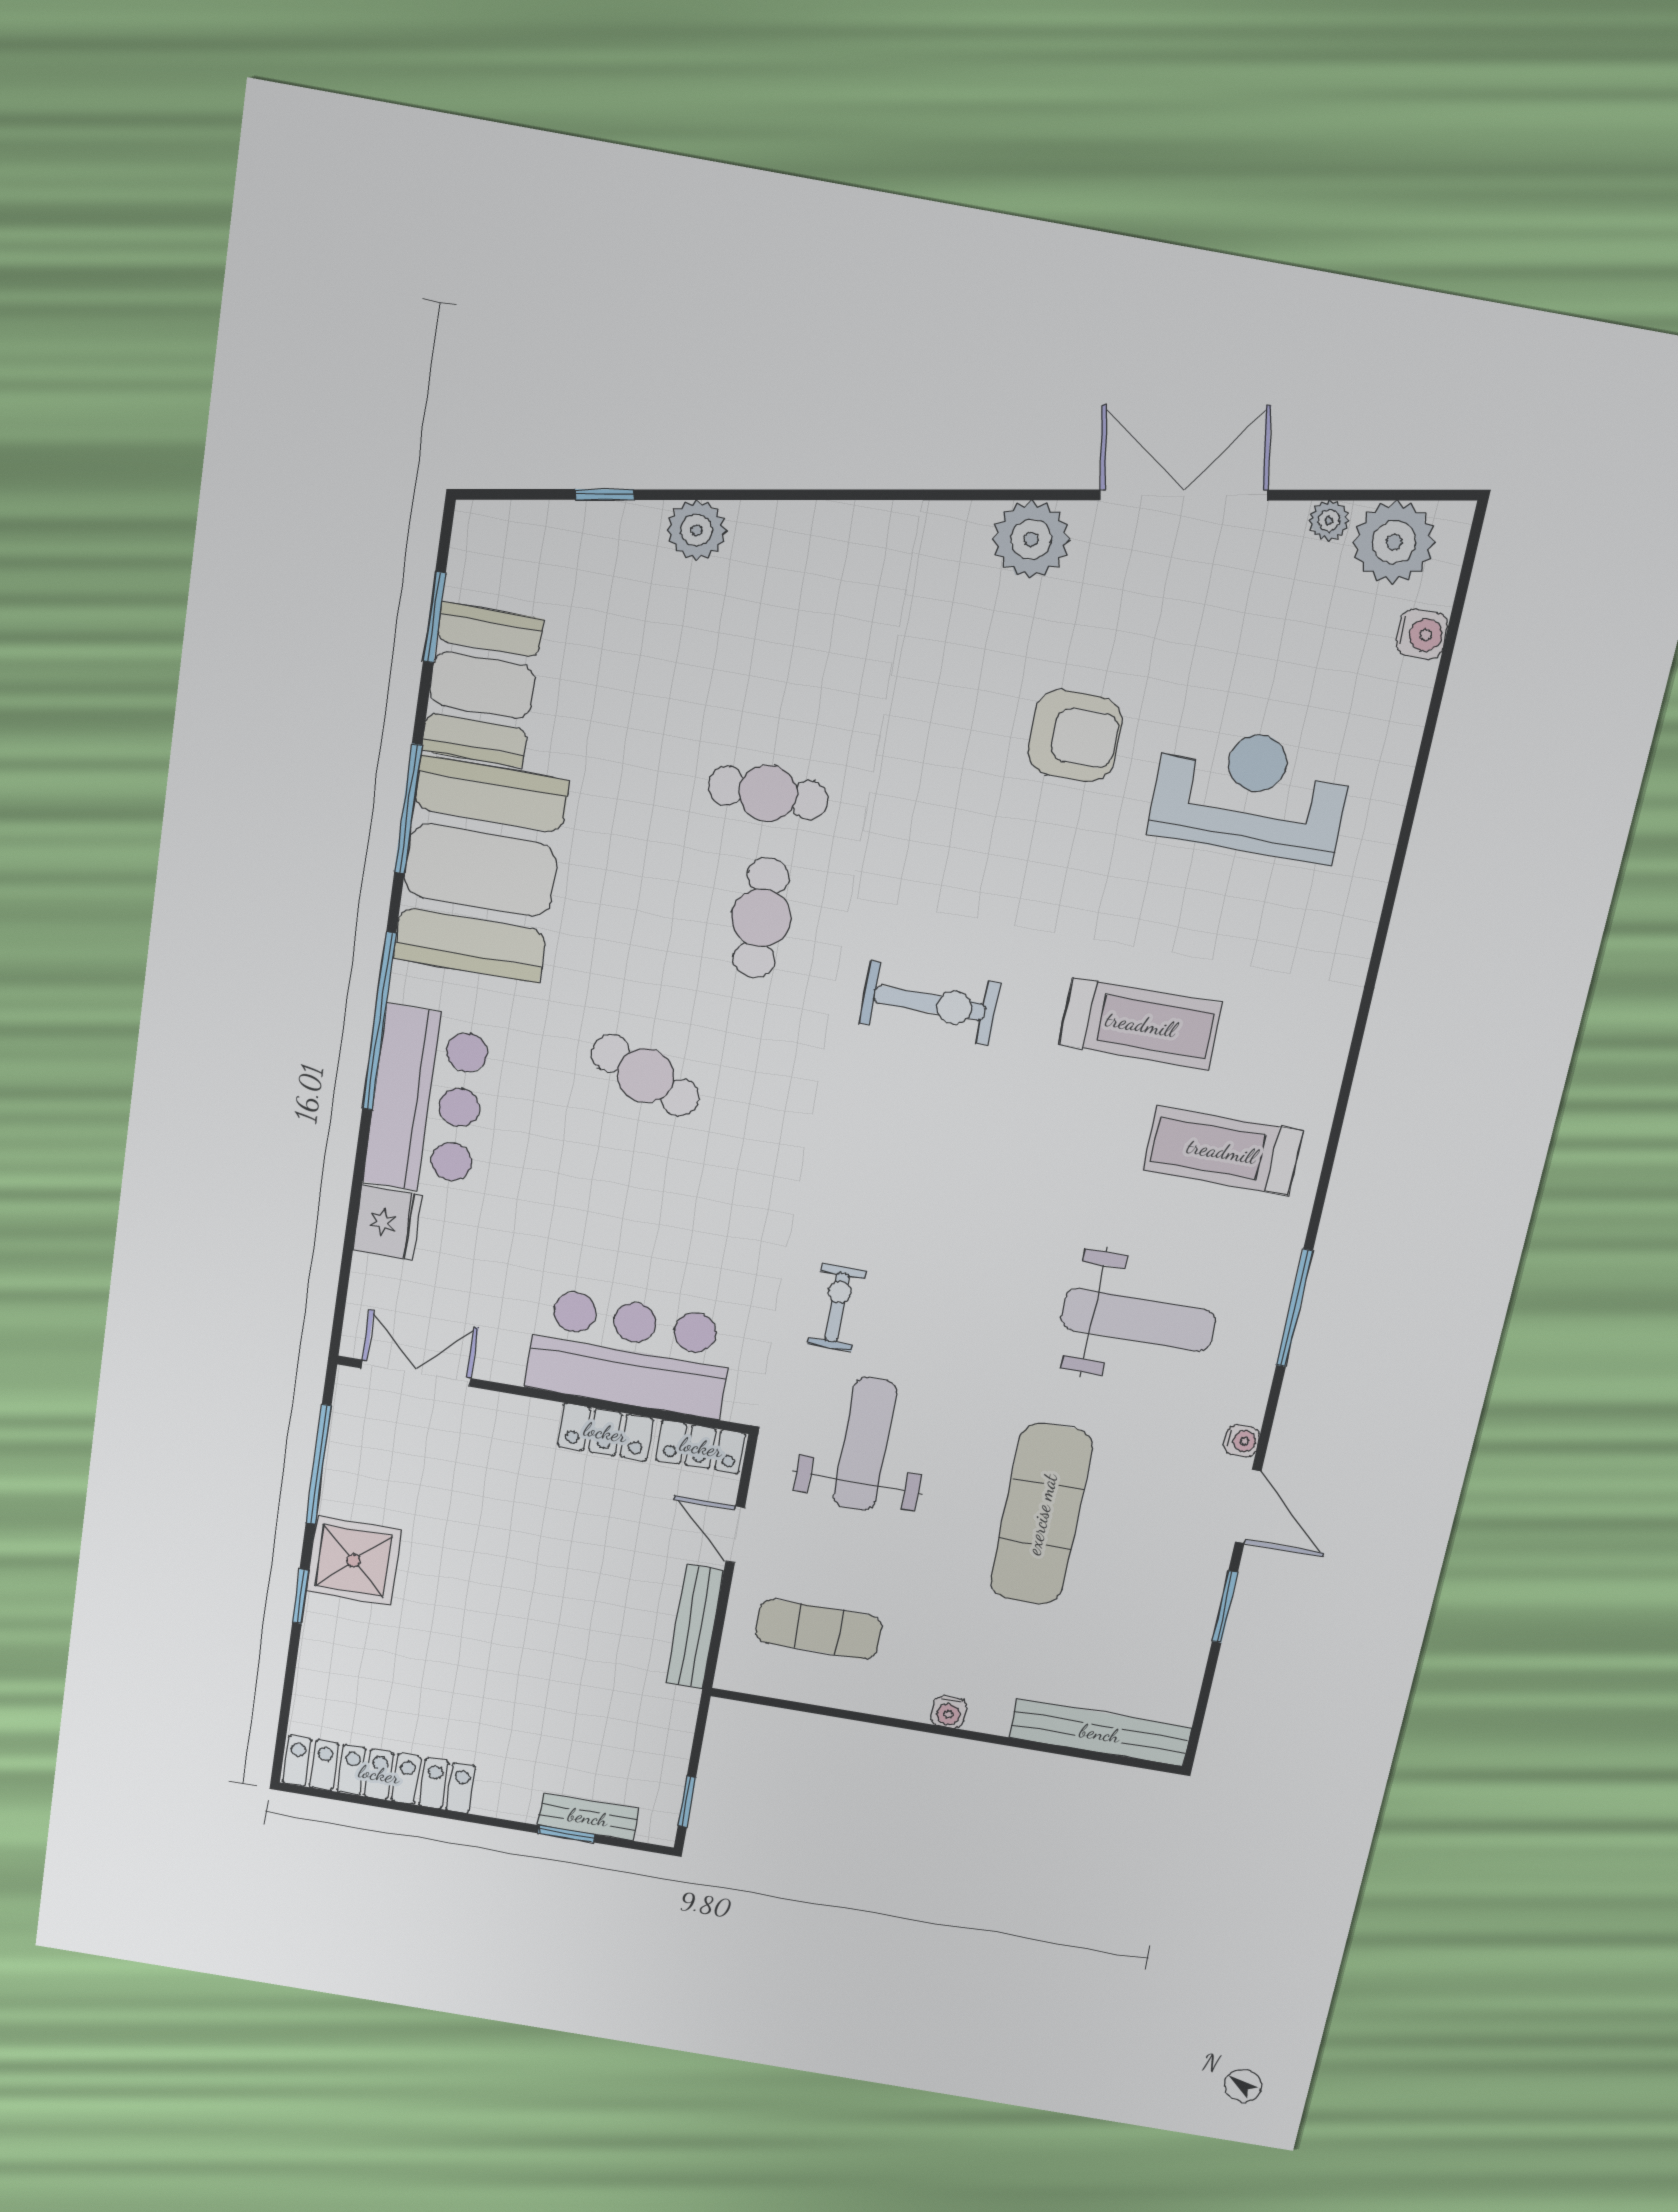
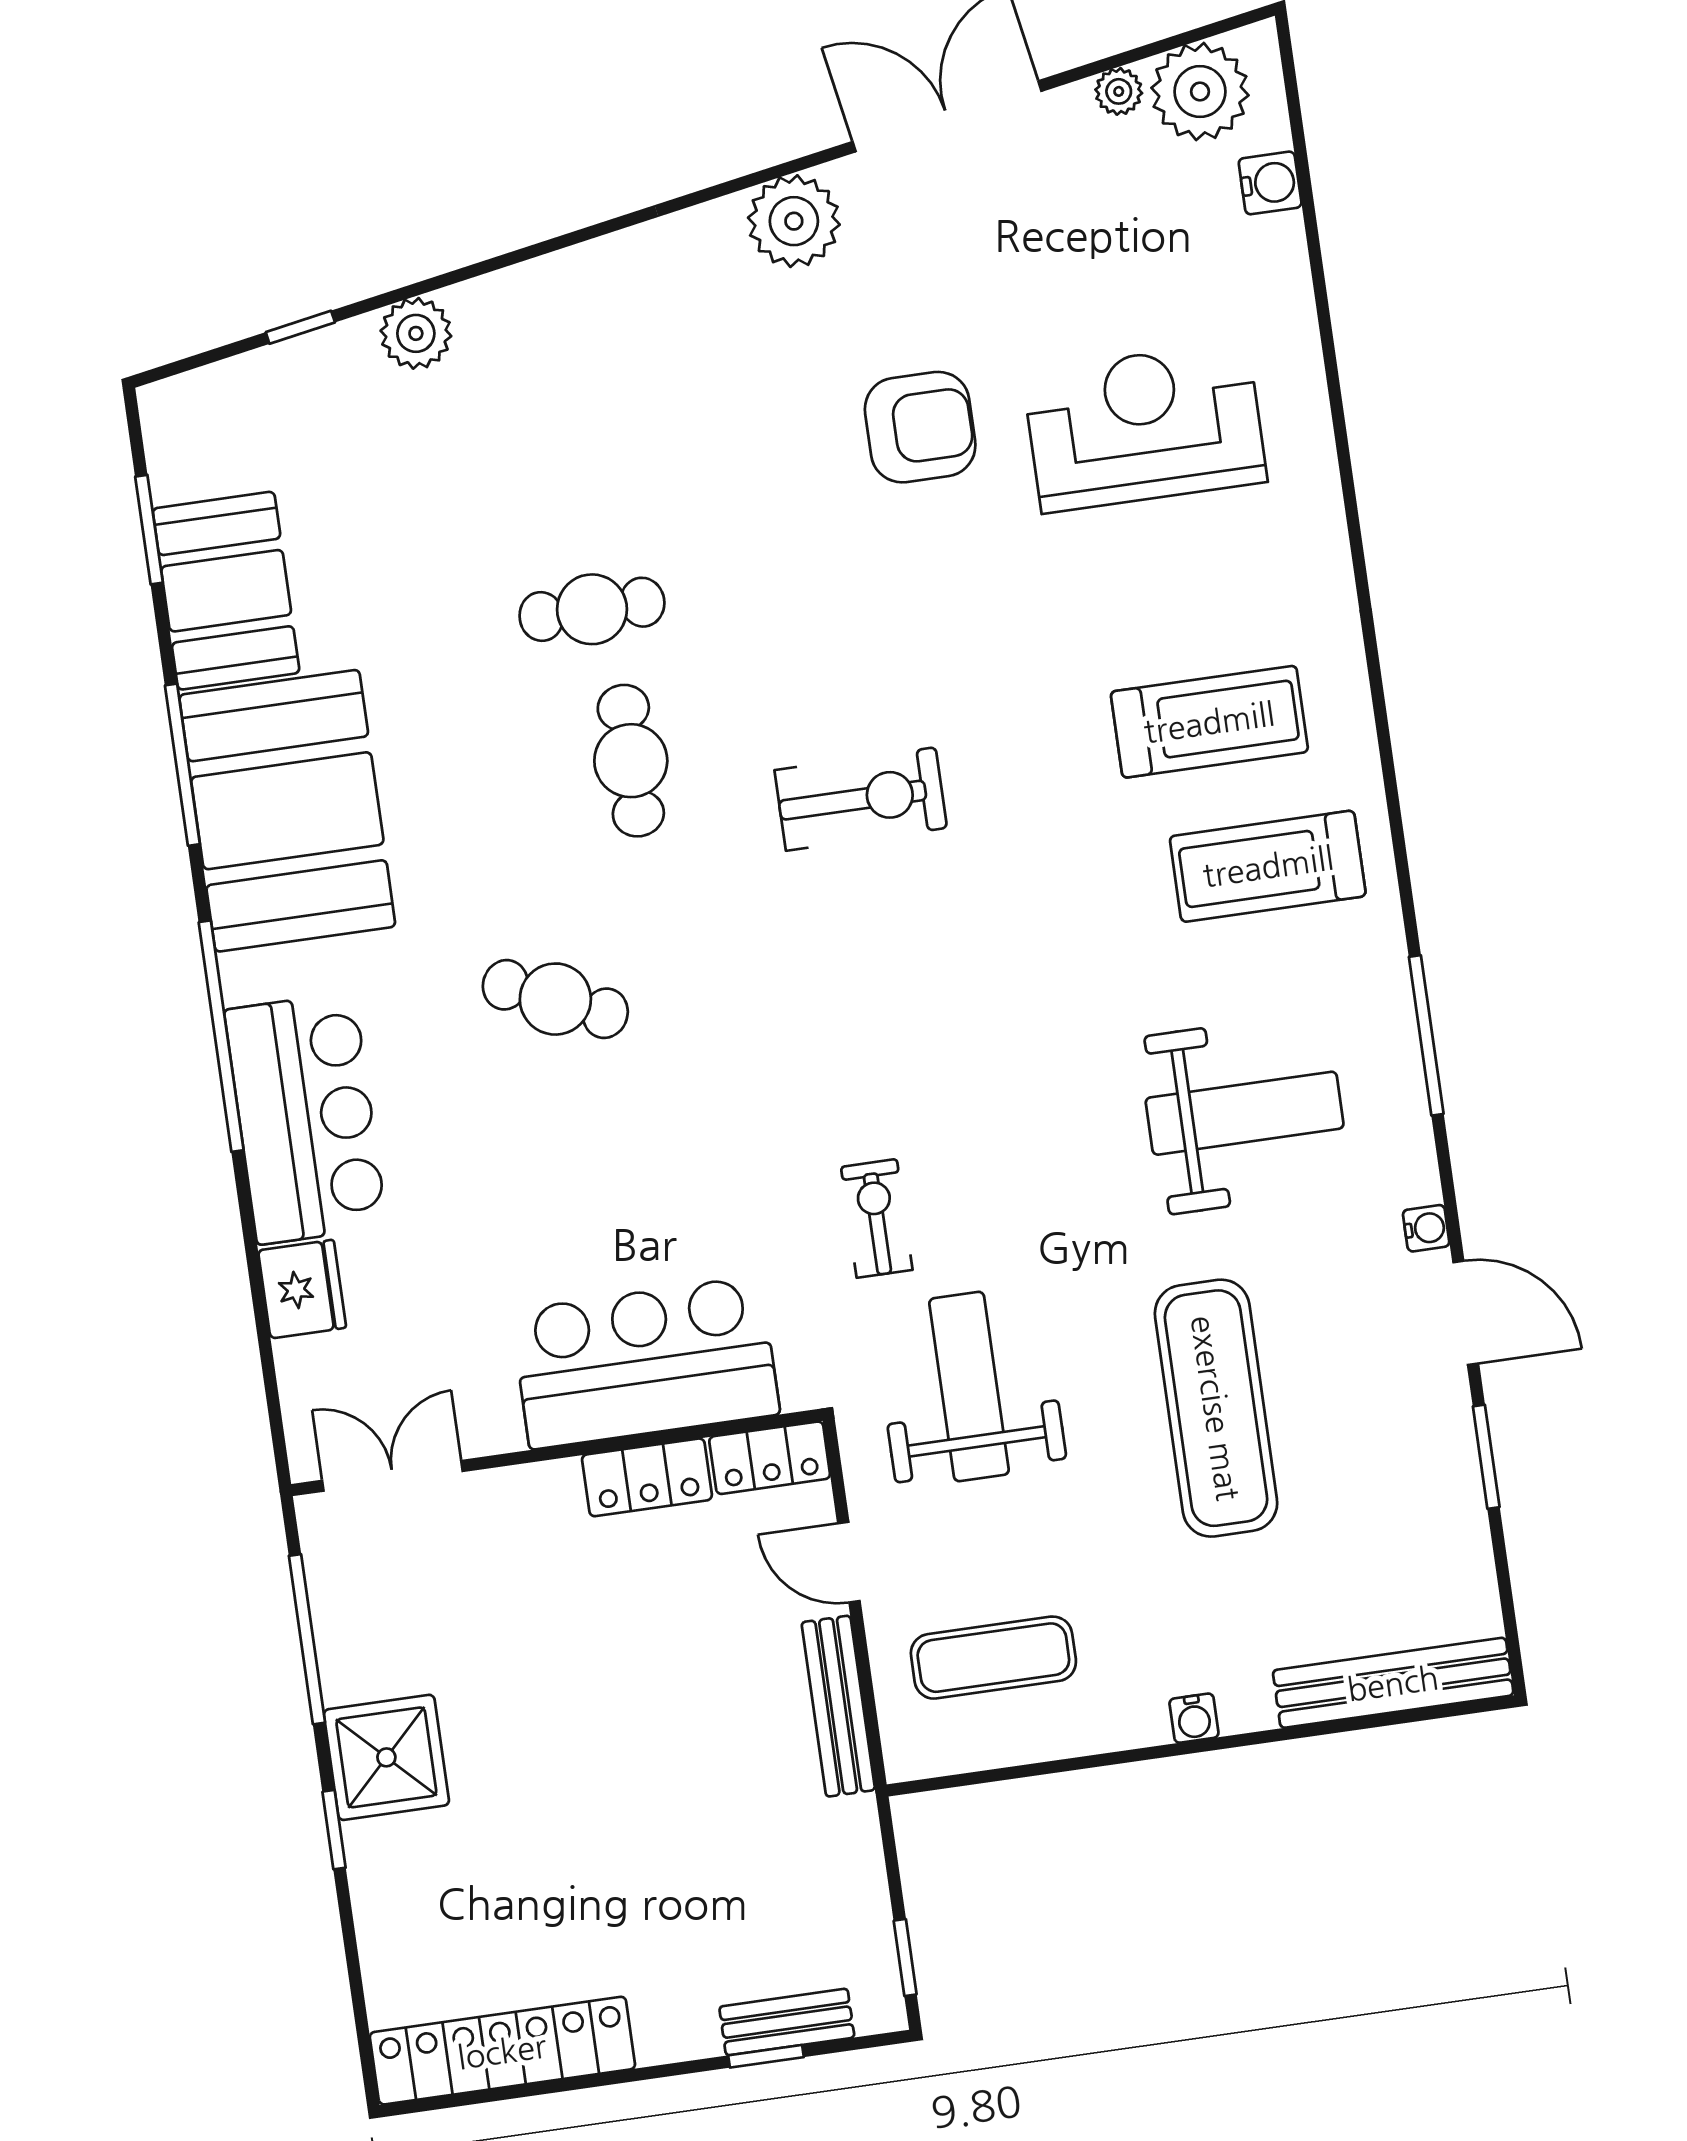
treadmill: (1141, 1024) -> (1209, 722), moved

